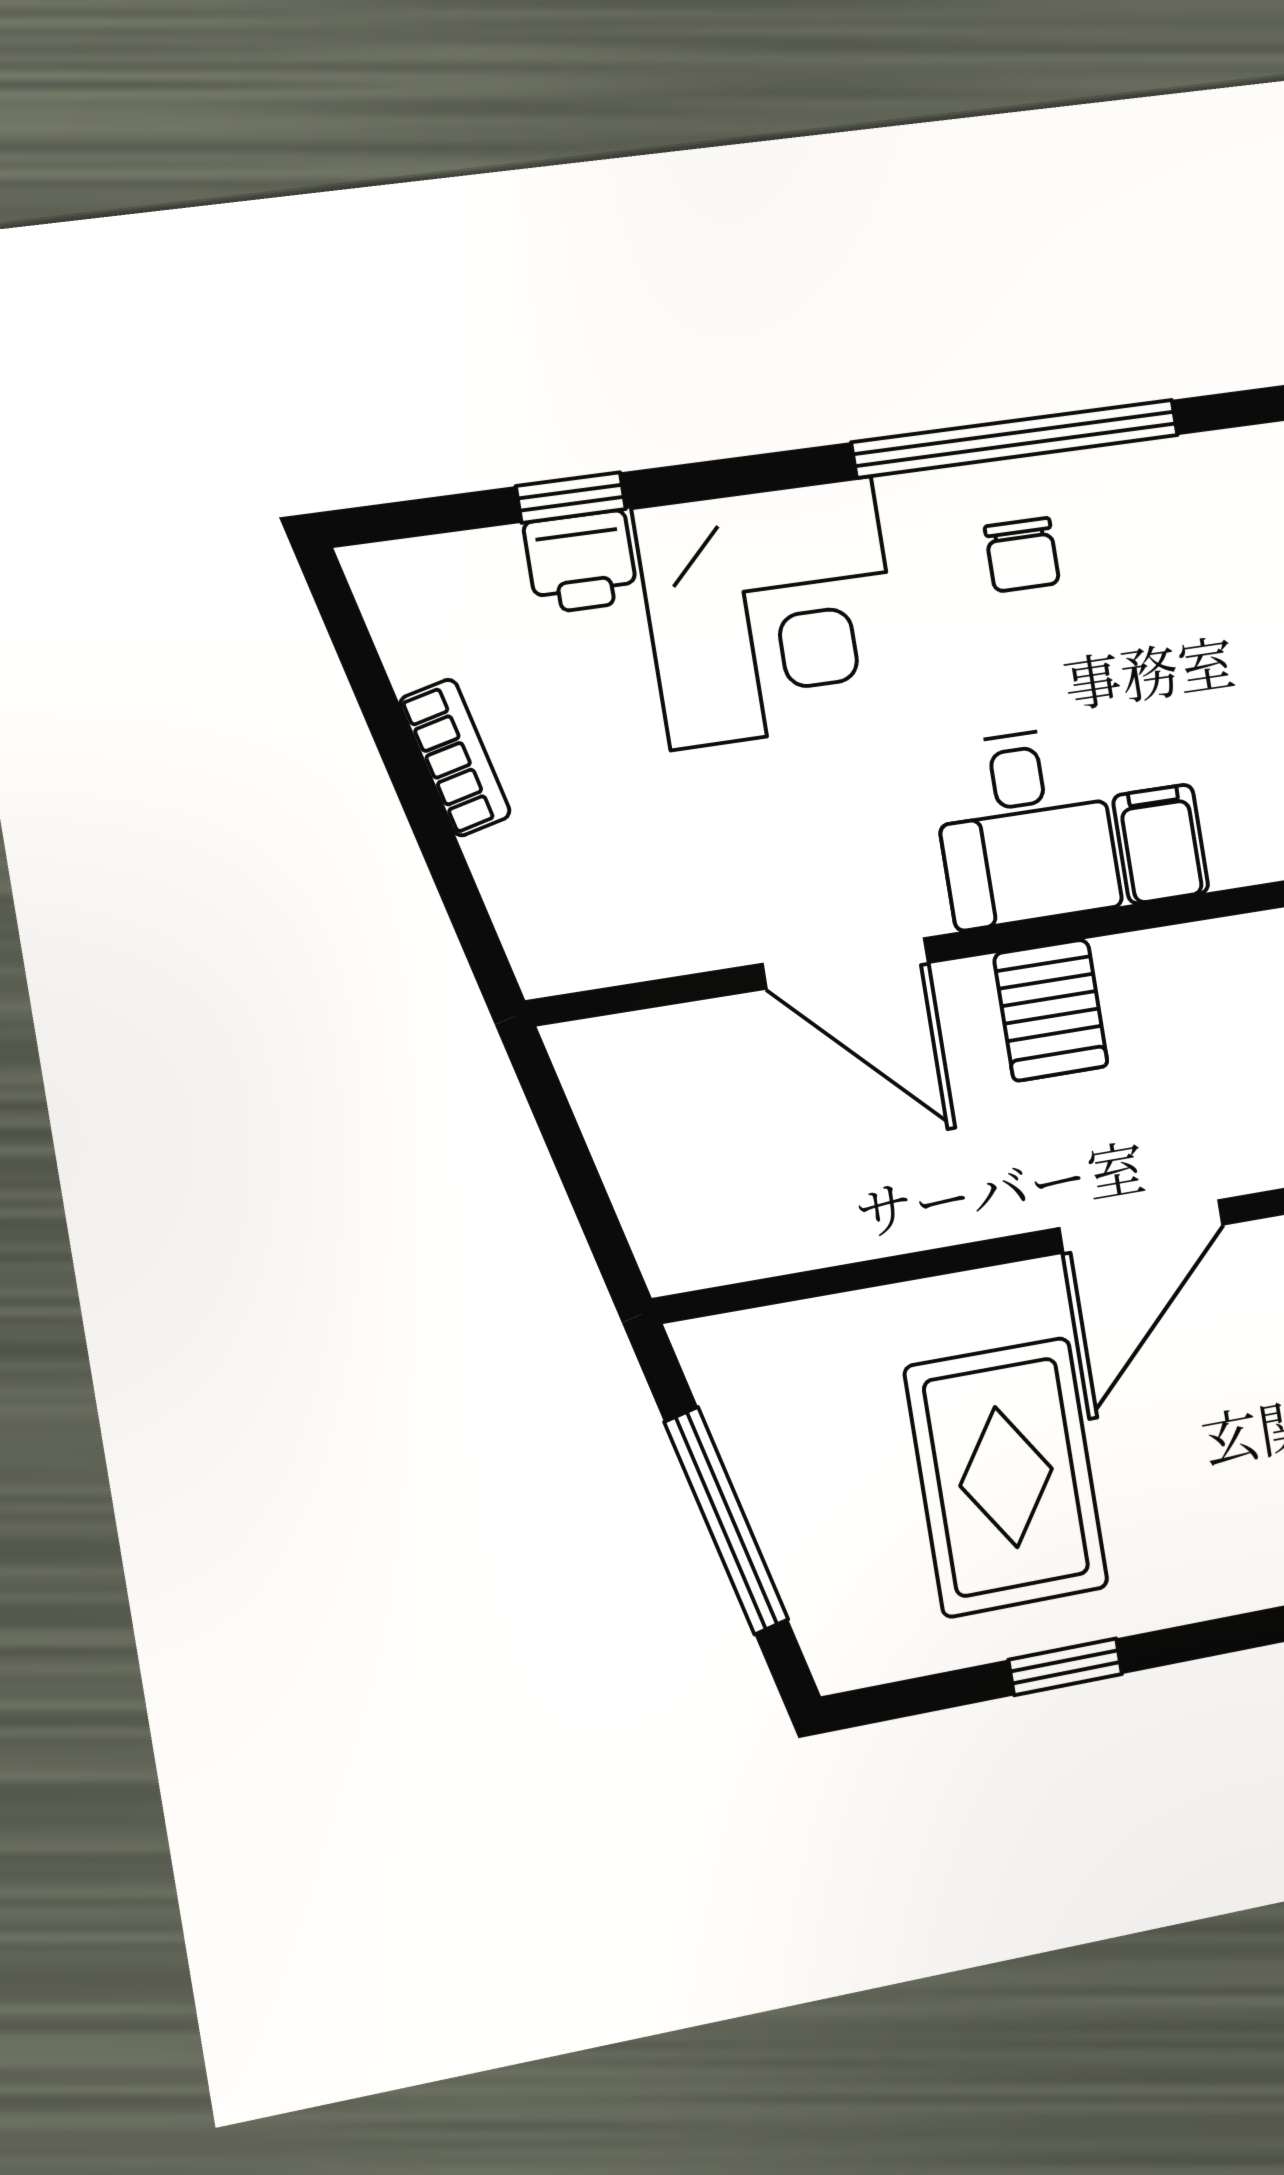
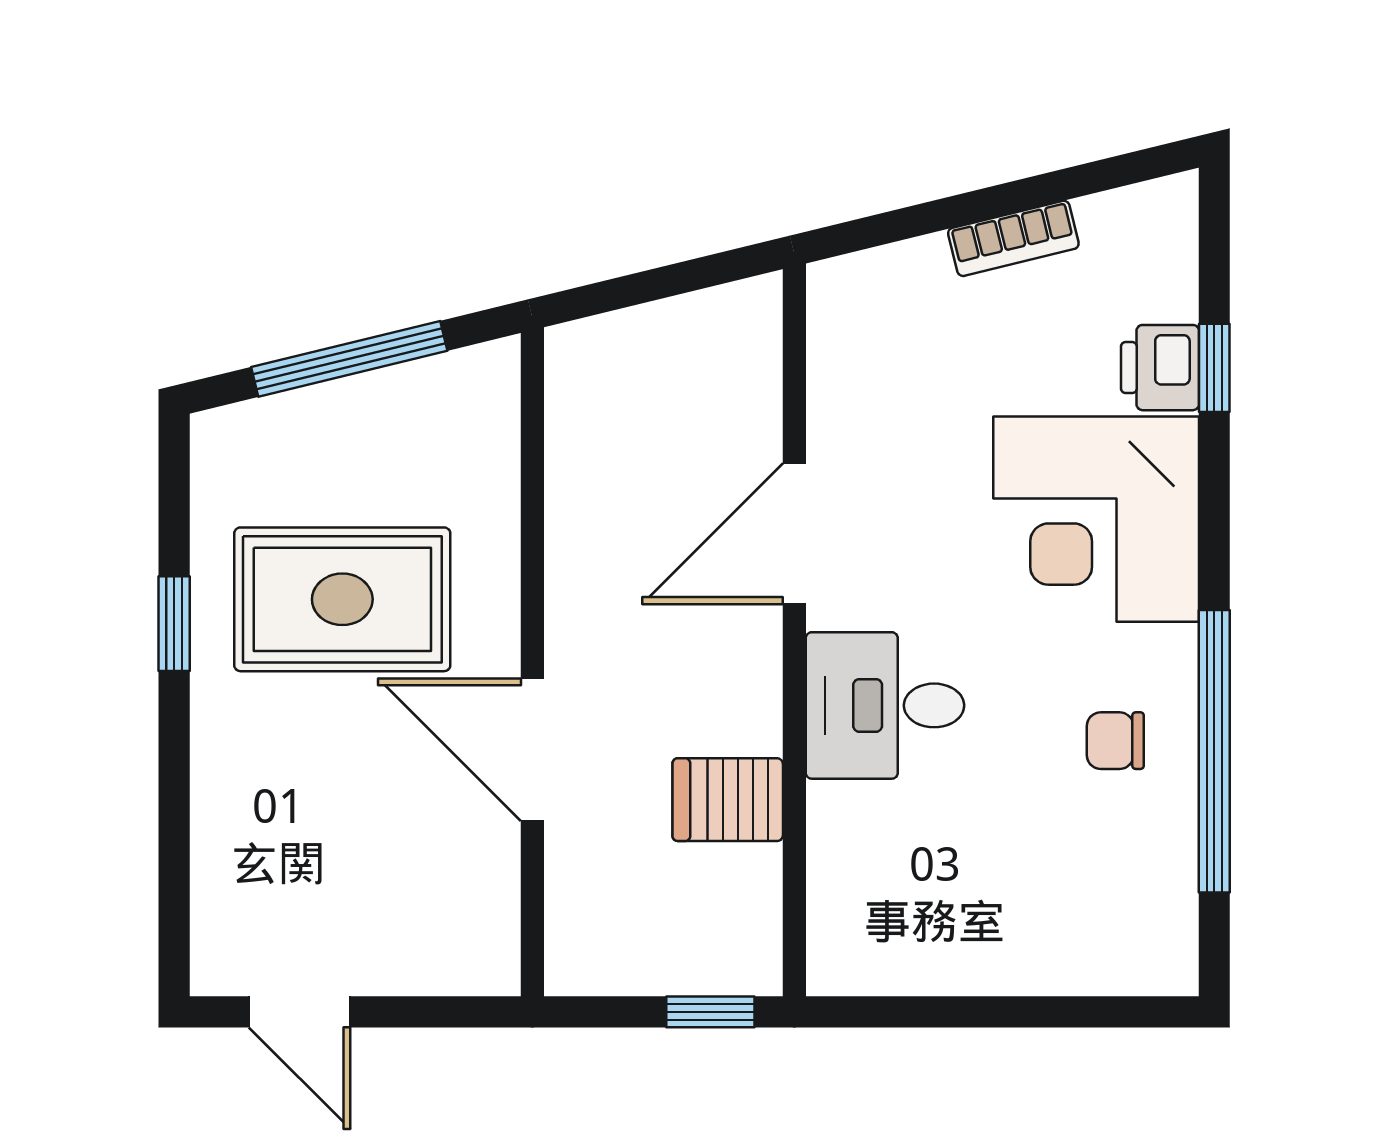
filing cabinet: (1161, 844) -> (853, 820), removed
server rack: (1051, 1010) -> (728, 800), moved

